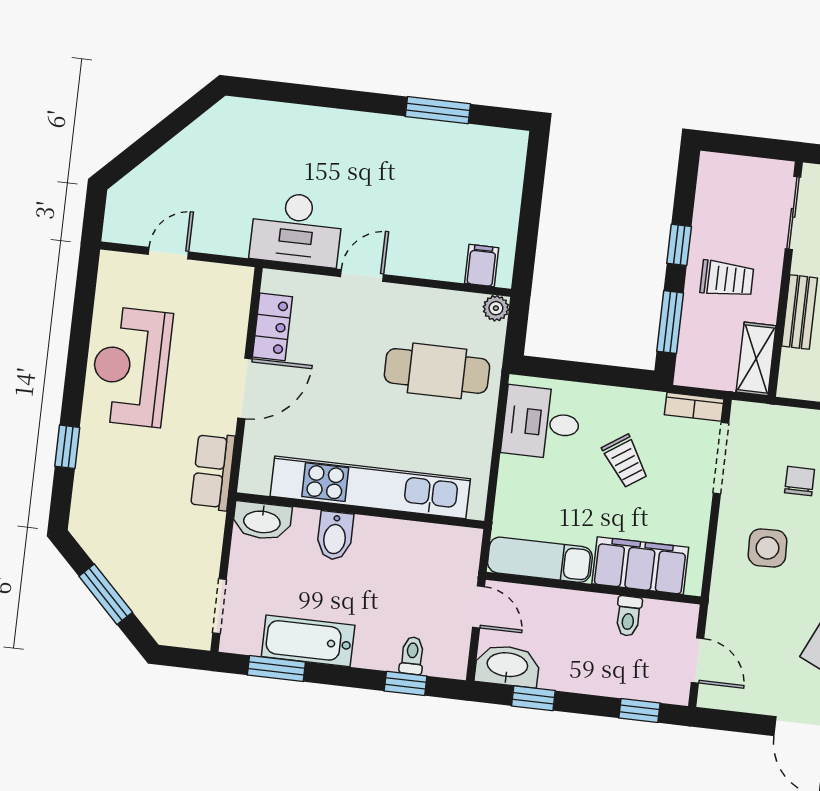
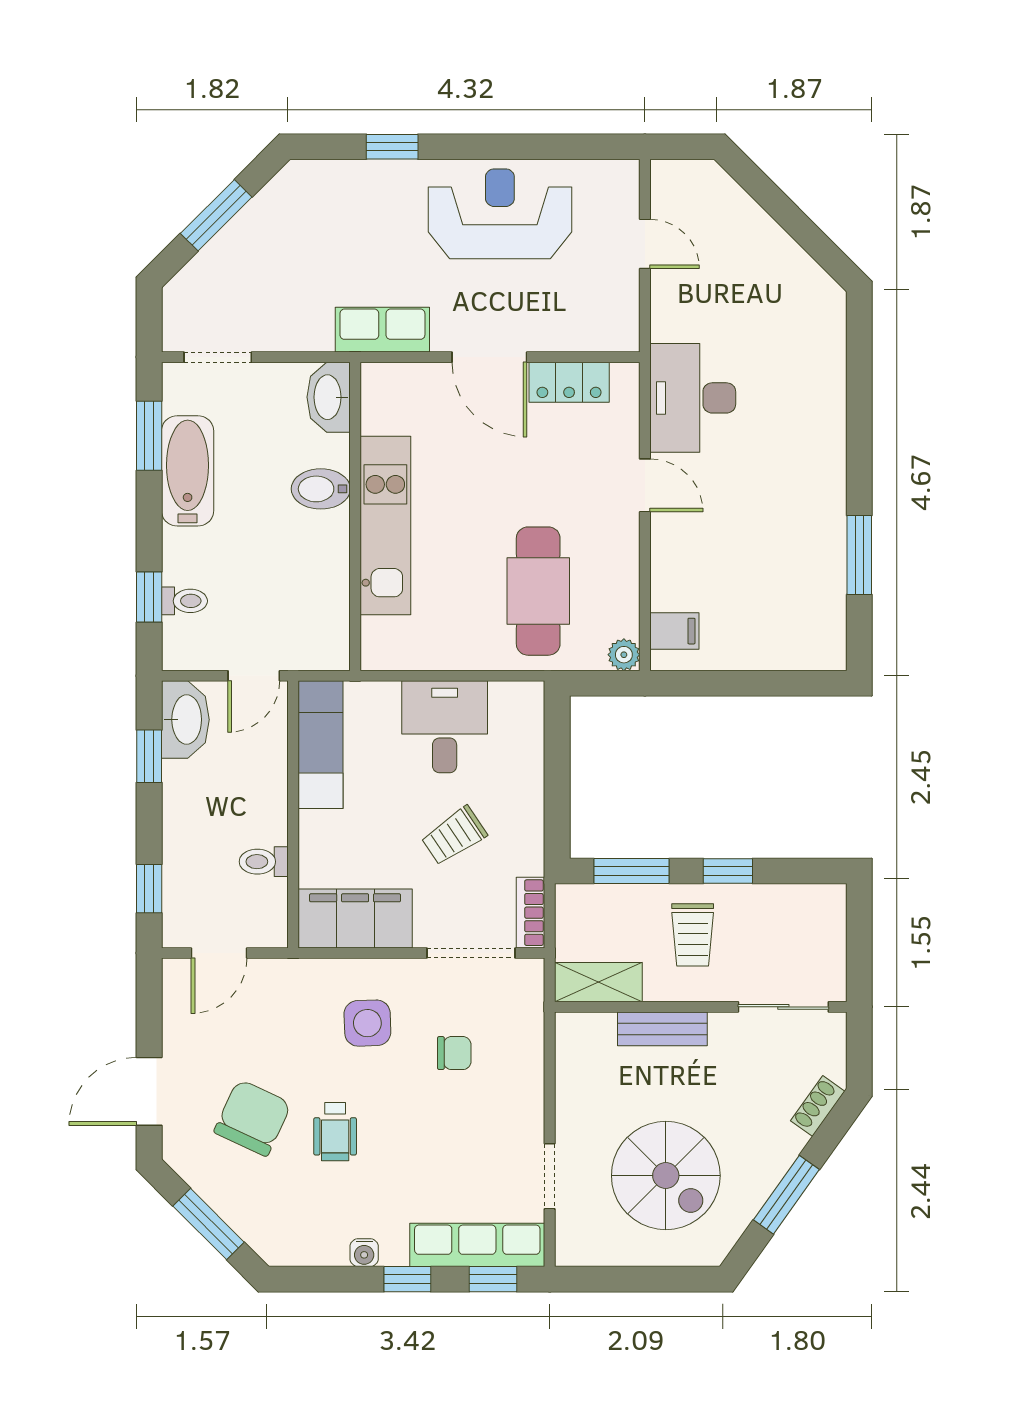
desk: (541, 423) -> (445, 727), moved
kitchen unit: (370, 487) -> (385, 525), width x0.73
filing cabinet: (640, 566) -> (355, 918), moved, turned -90

